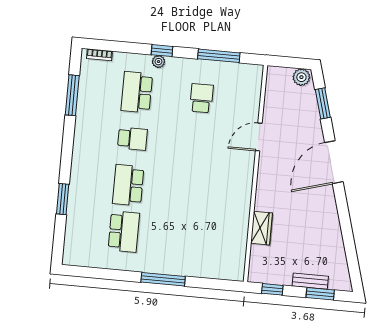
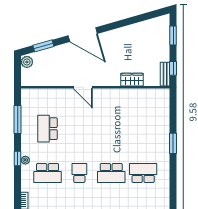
school desk: (201, 98) -> (48, 129), width x1.85
door: (259, 137) -> (83, 87), moved
window: (163, 279) -> (173, 143), width x0.69
bench: (310, 281) -> (165, 74), moved

